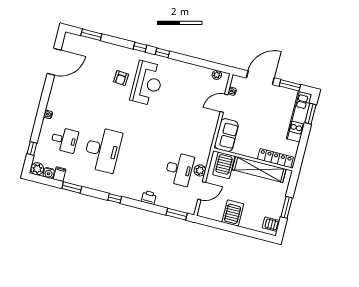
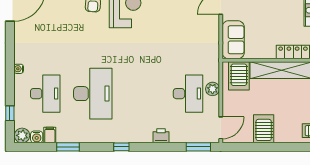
desk: (64, 140) -> (45, 94), width x1.37
door: (202, 191) -> (221, 128), moved

